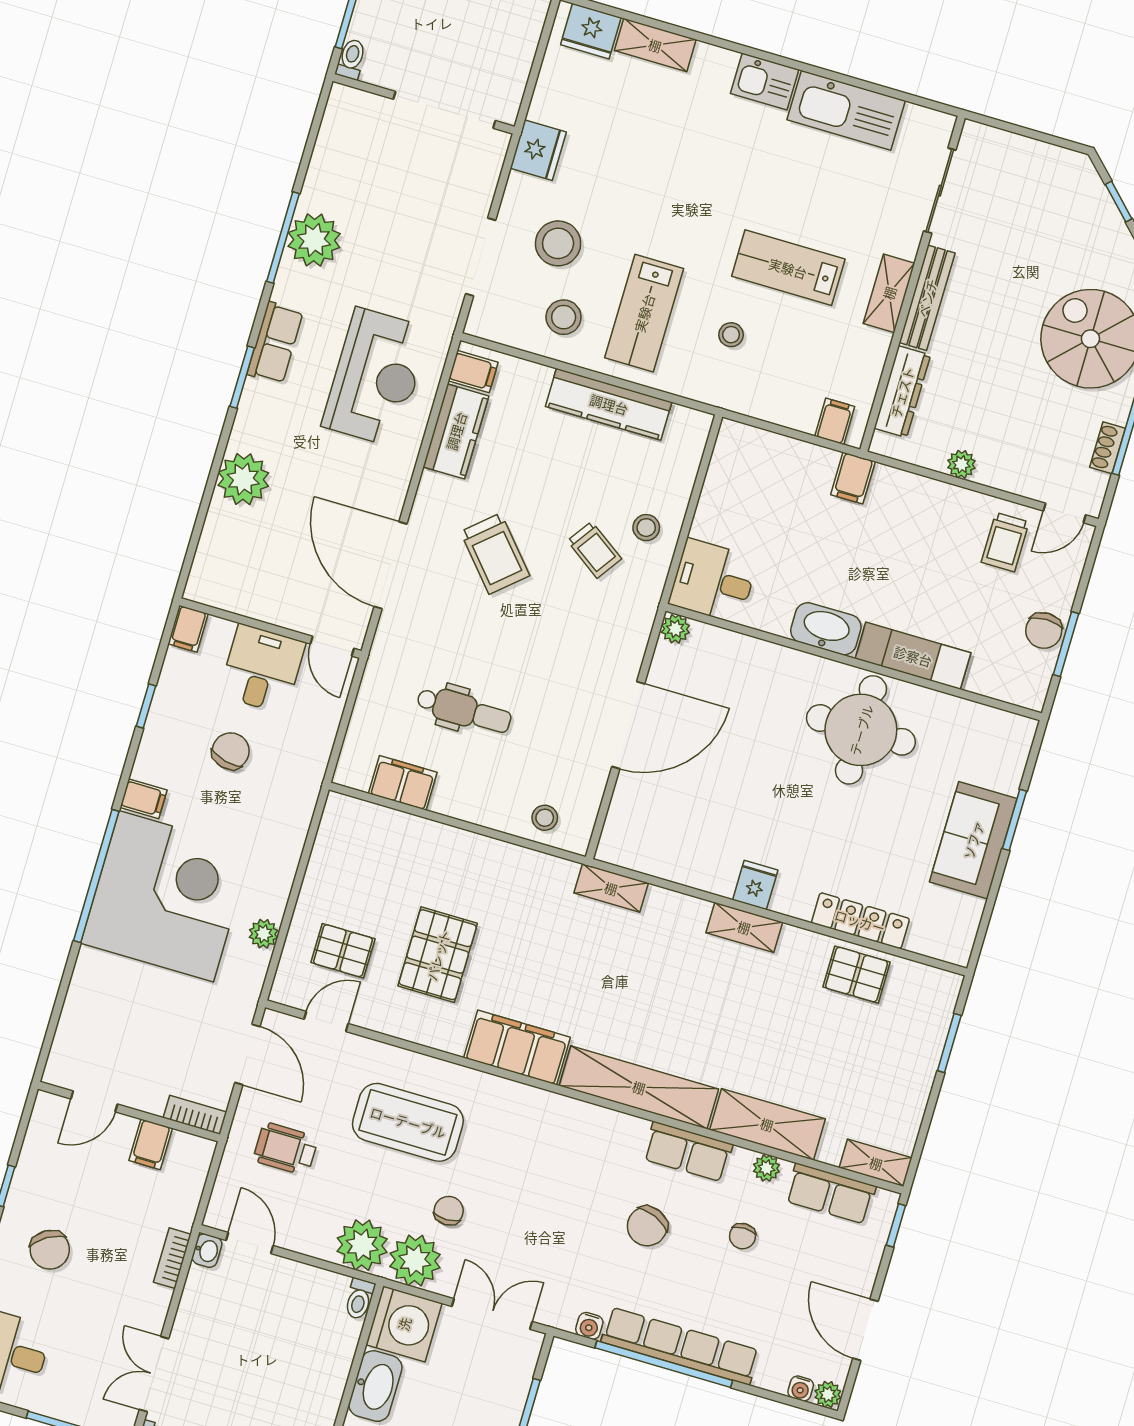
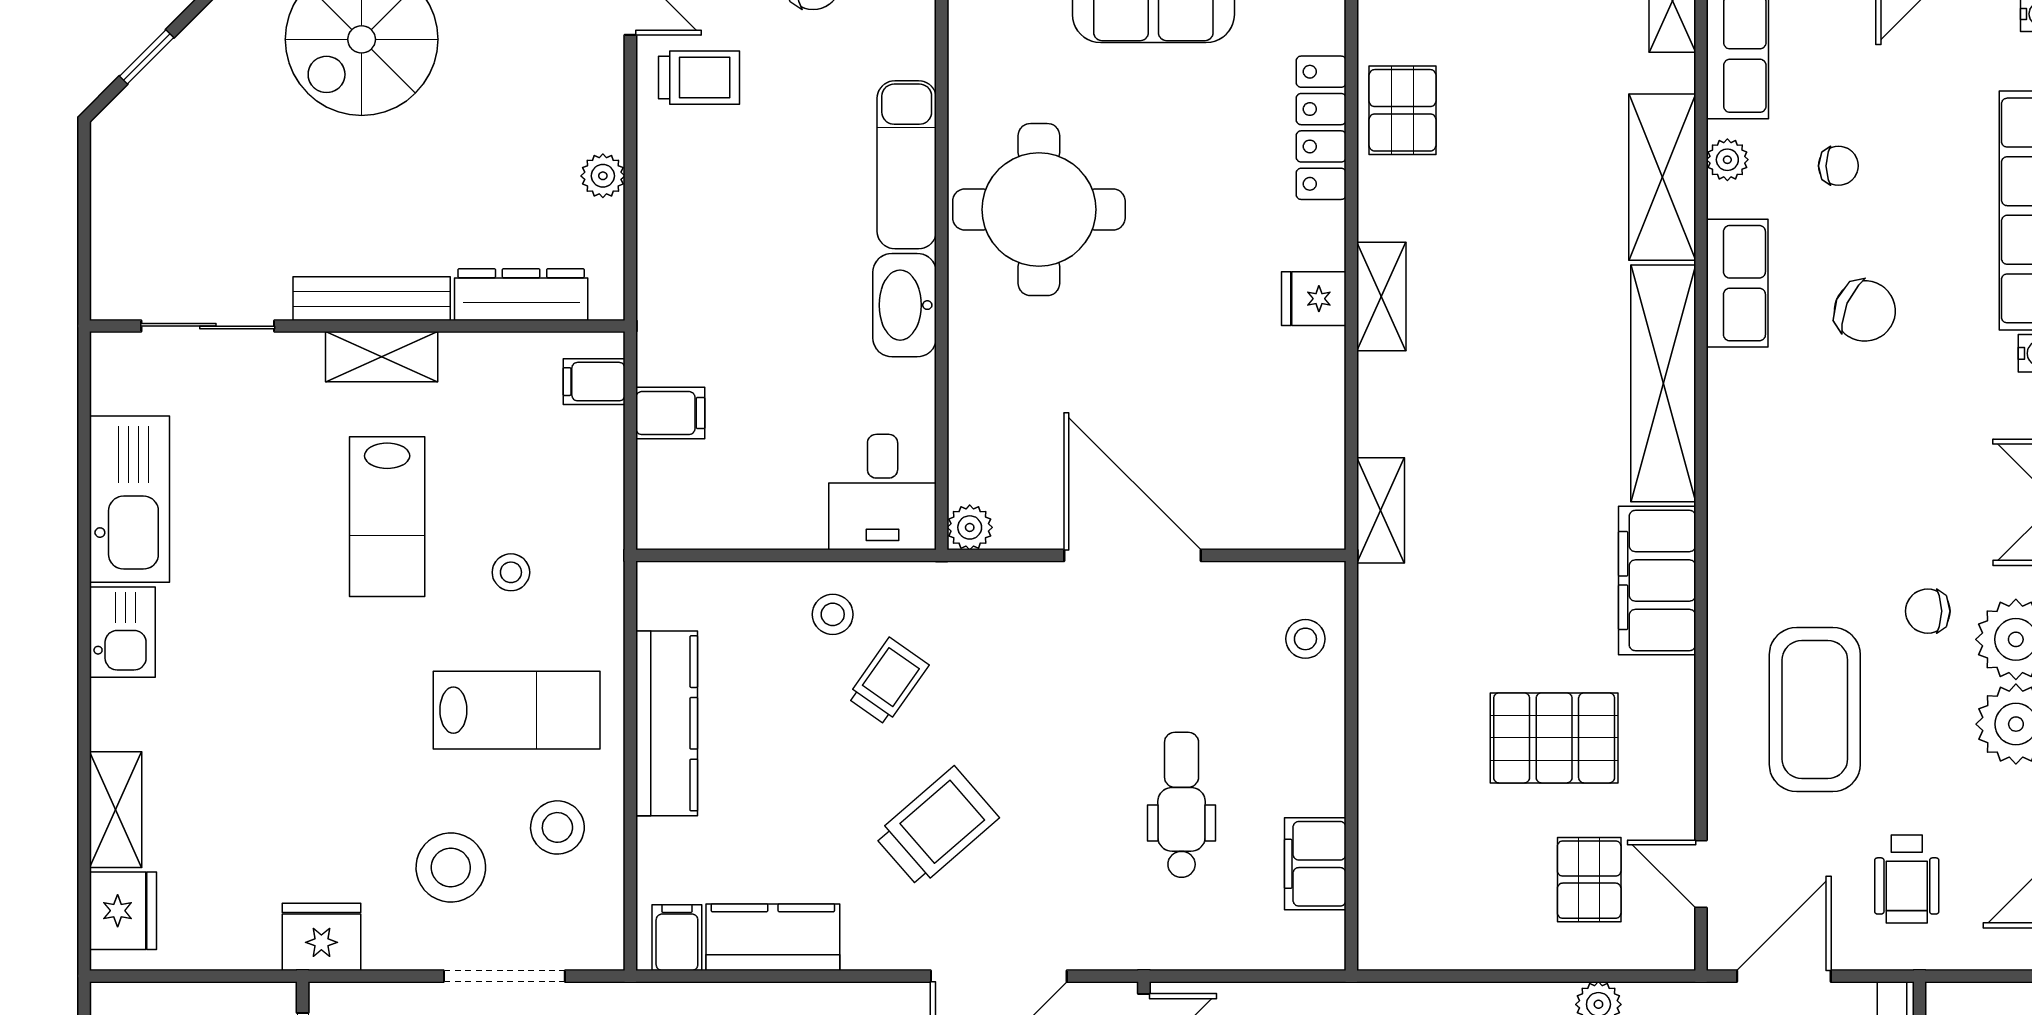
filing cabinet: (853, 478) -> (670, 413), moved

